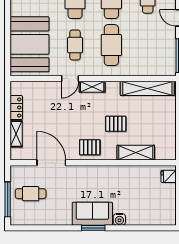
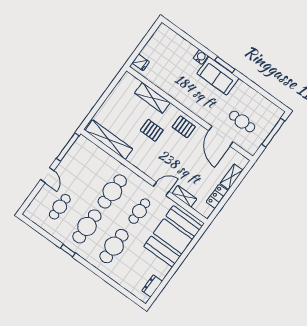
shelving: (92, 87) -> (184, 196), moved
cafe table: (31, 194) -> (242, 122), moved

